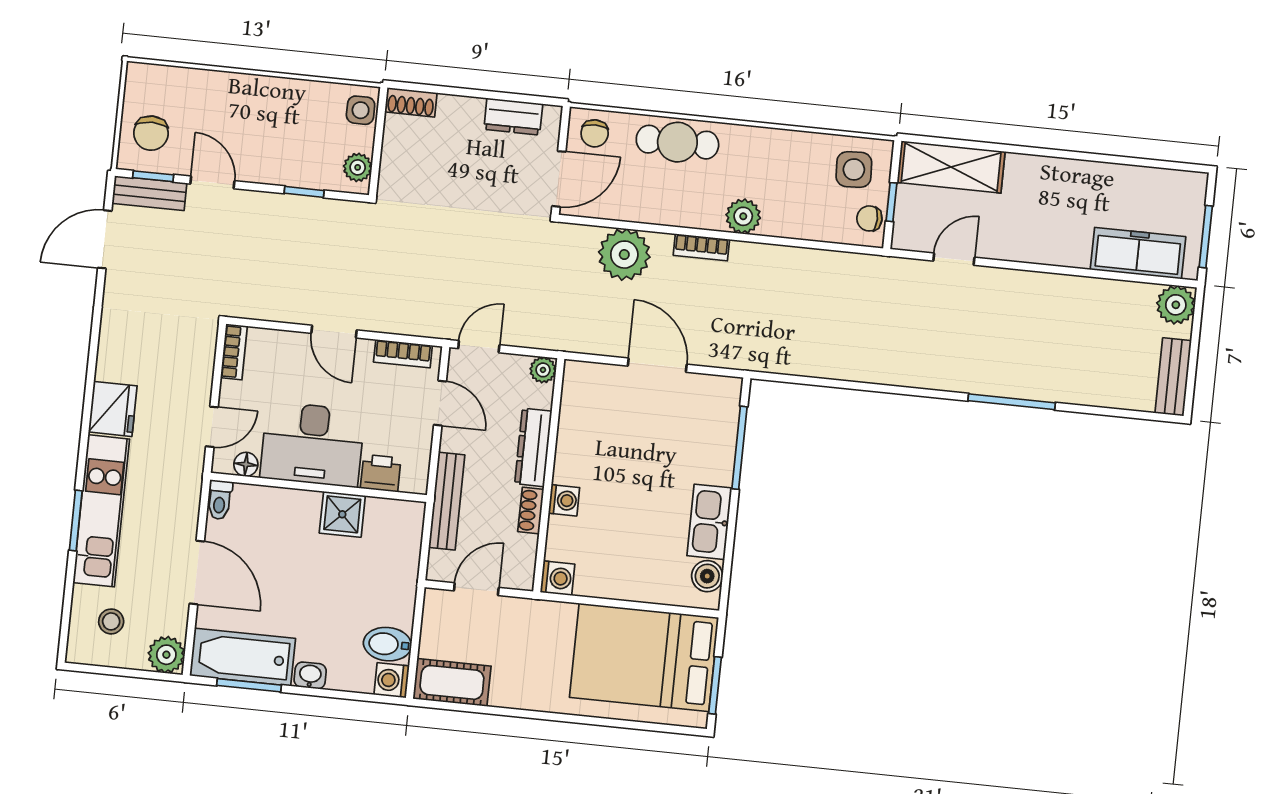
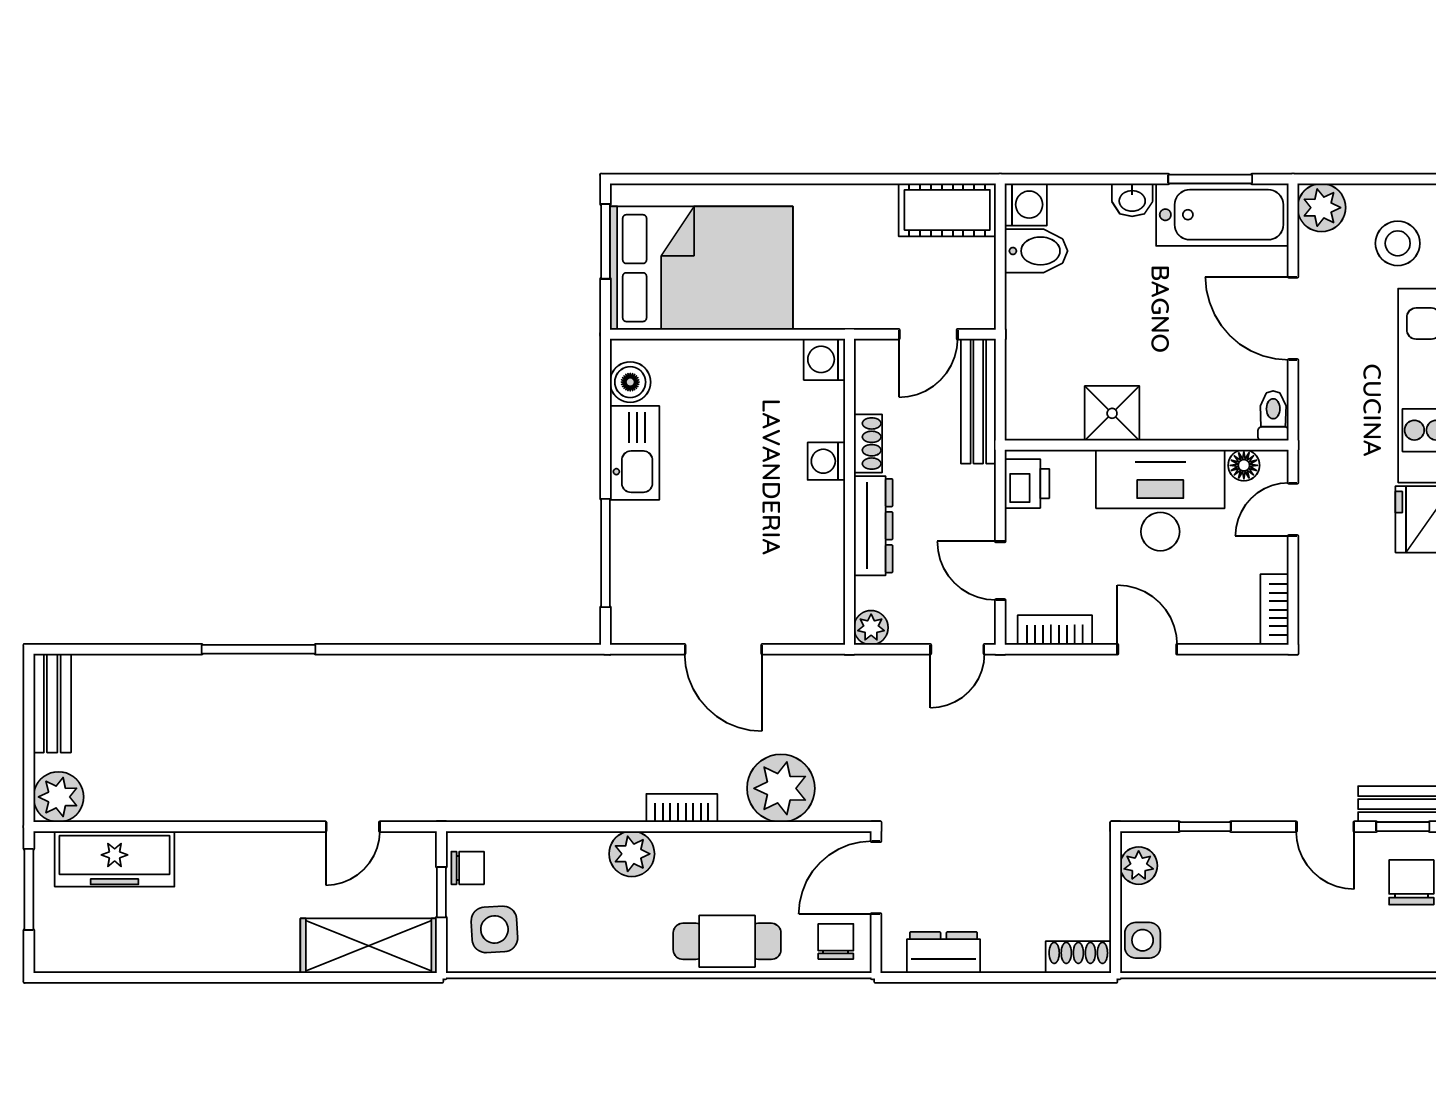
printer: (381, 473) -> (1027, 484), moved, turned -90
bench: (447, 501) -> (978, 401), moved
stool: (111, 621) -> (1398, 243), width x1.37, depth x1.37

